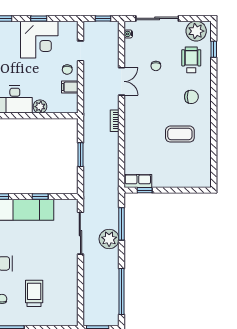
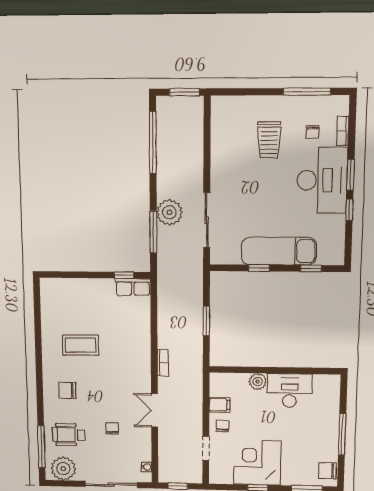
window: (214, 49) -> (41, 447), width x2.17
wheelchair: (191, 60) -> (68, 435), turned 90

